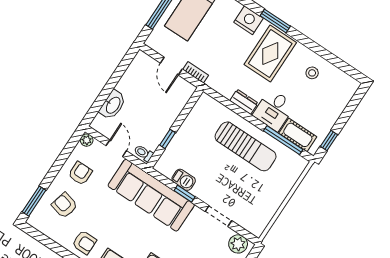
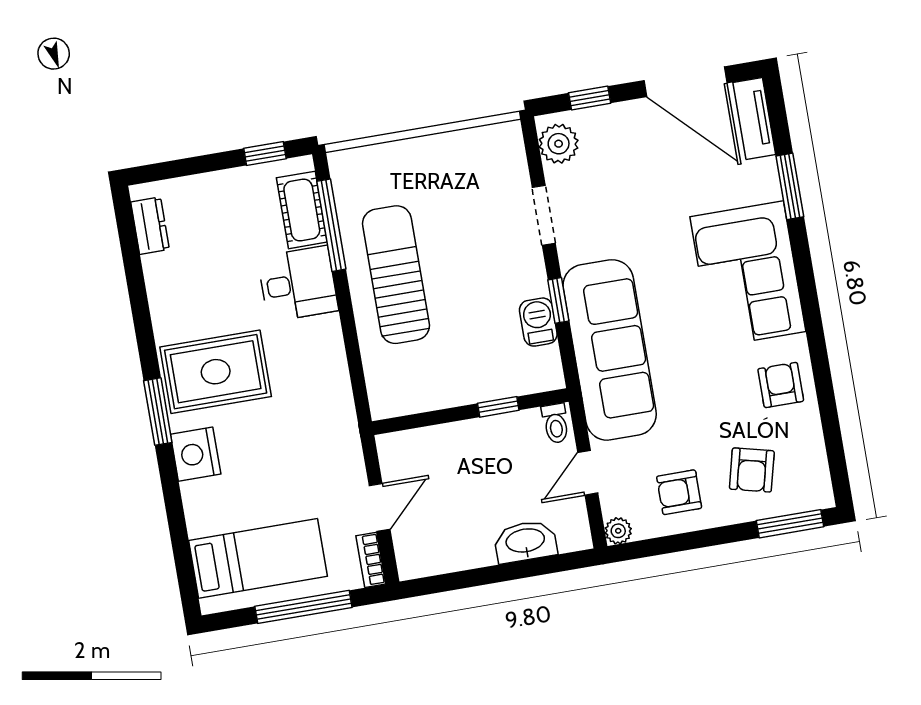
bookcase: (196, 72) -> (371, 560), moved
stool: (312, 73) -> (185, 278), removed
dresser: (244, 102) -> (150, 226), moved, turned 180

